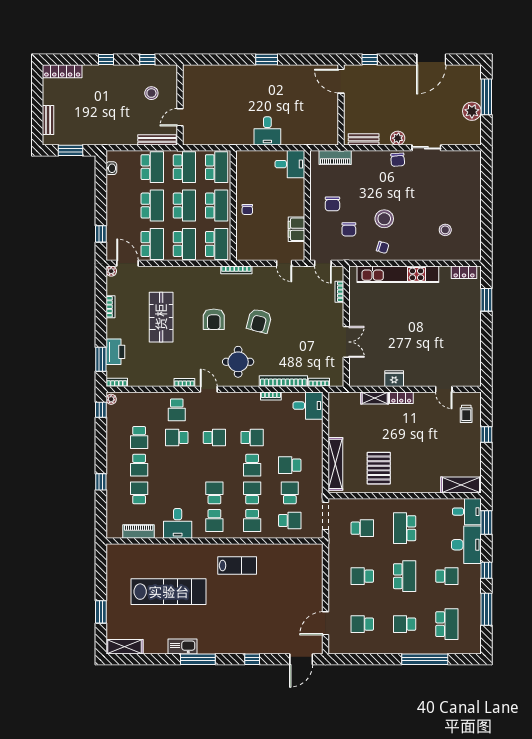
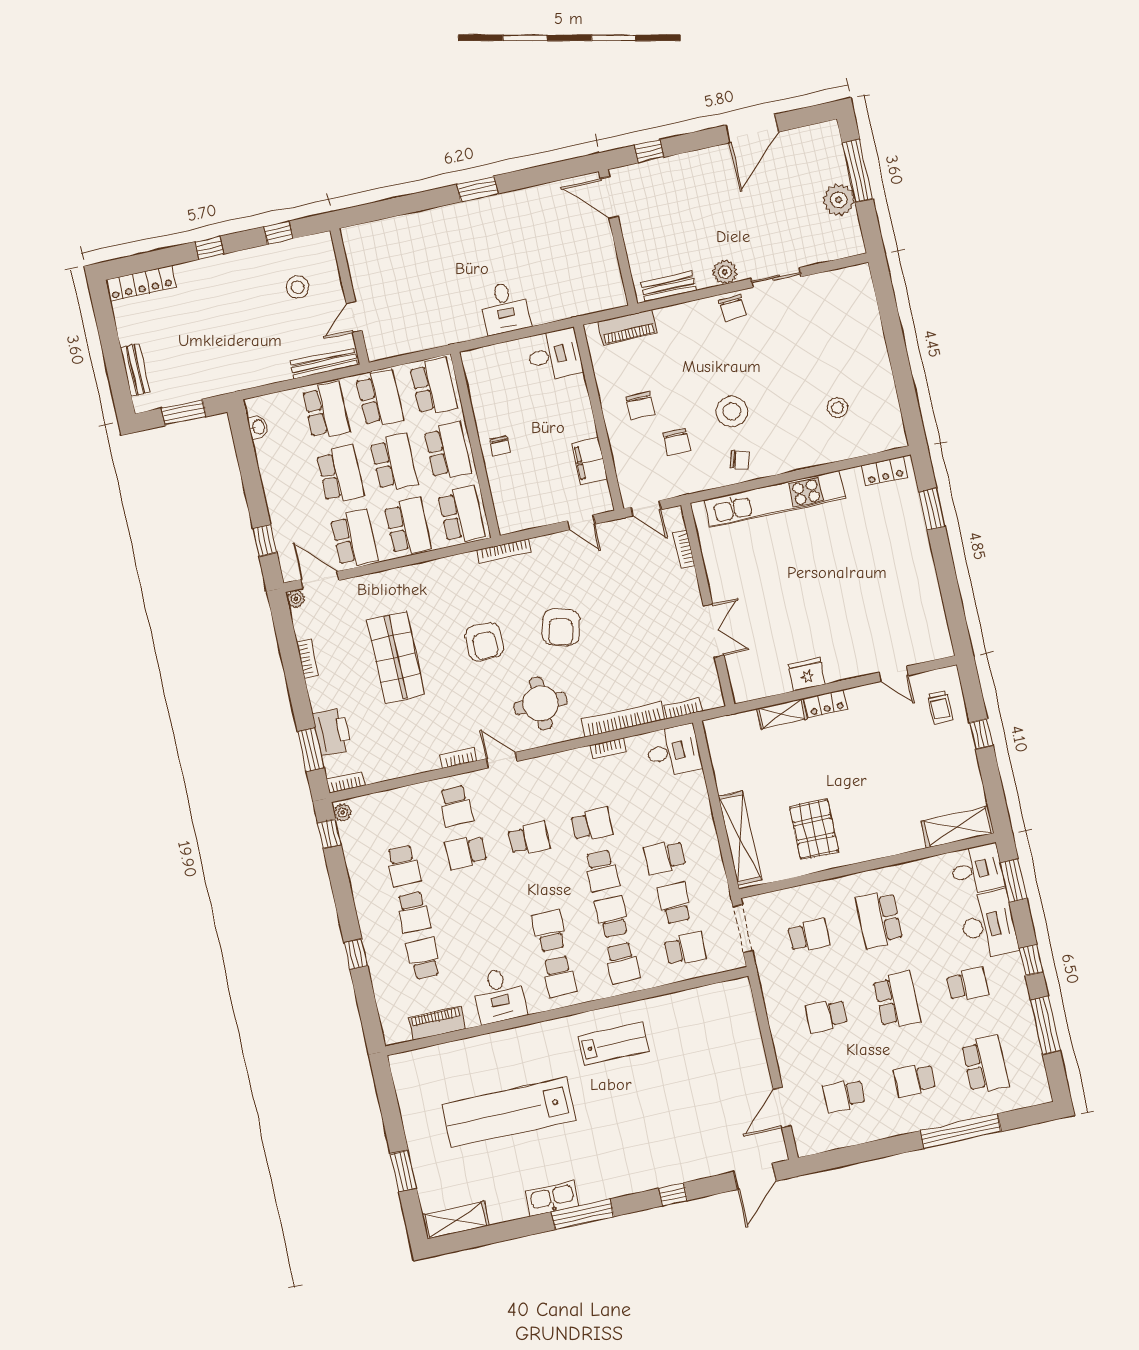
lab bench: (169, 592) -> (509, 1112), turned 180

